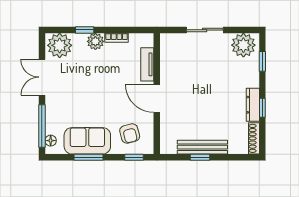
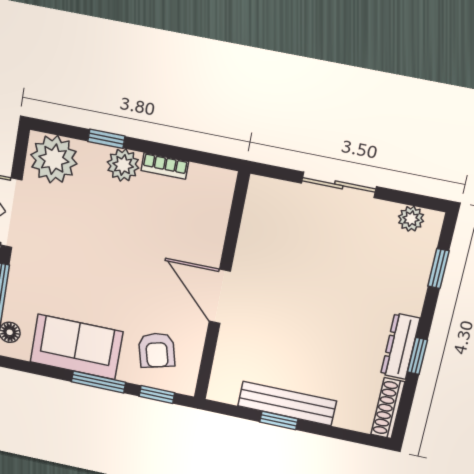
plant: (243, 45) -> (411, 219), width x0.53, depth x0.53
tv unit: (147, 64) -> (214, 229), removed
window: (89, 157) -> (98, 382), moved

